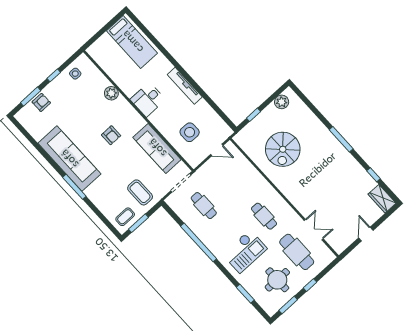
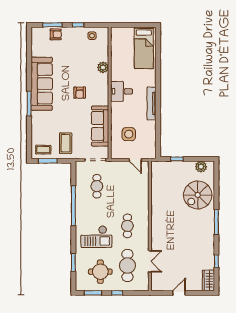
spiral stairs: (283, 149) -> (198, 195), moved

